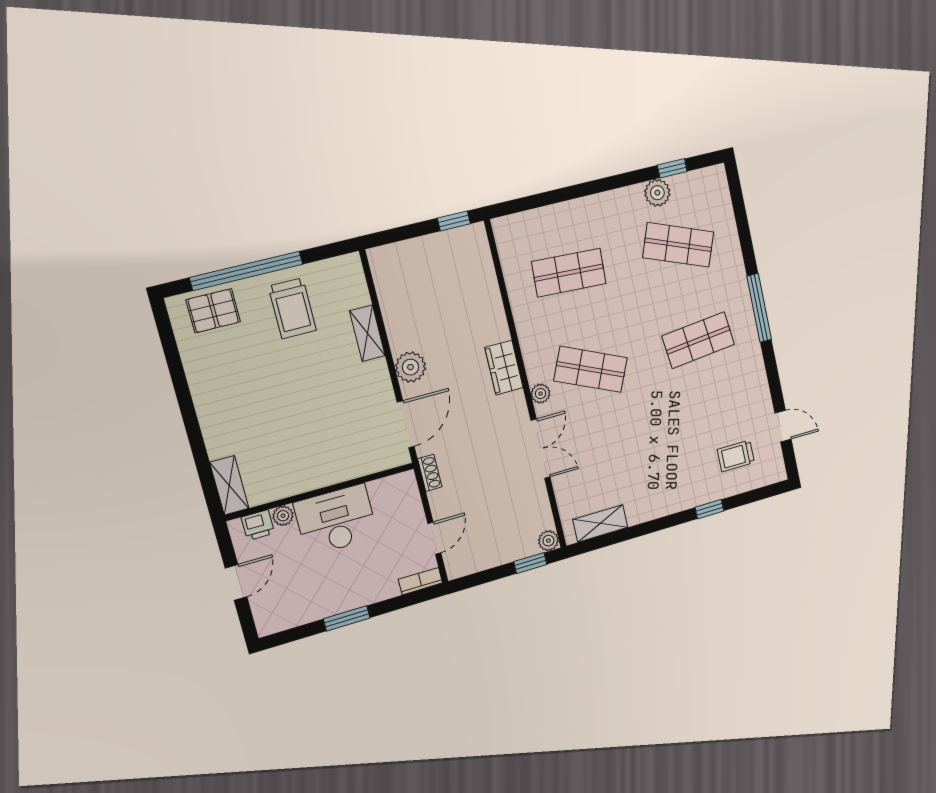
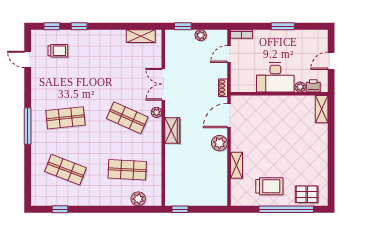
plant: (657, 193) -> (138, 199), moved
trolley: (292, 308) -> (269, 186), turned 90
window: (755, 495) -> (52, 26), added
plant: (548, 541) -> (201, 35), moved

